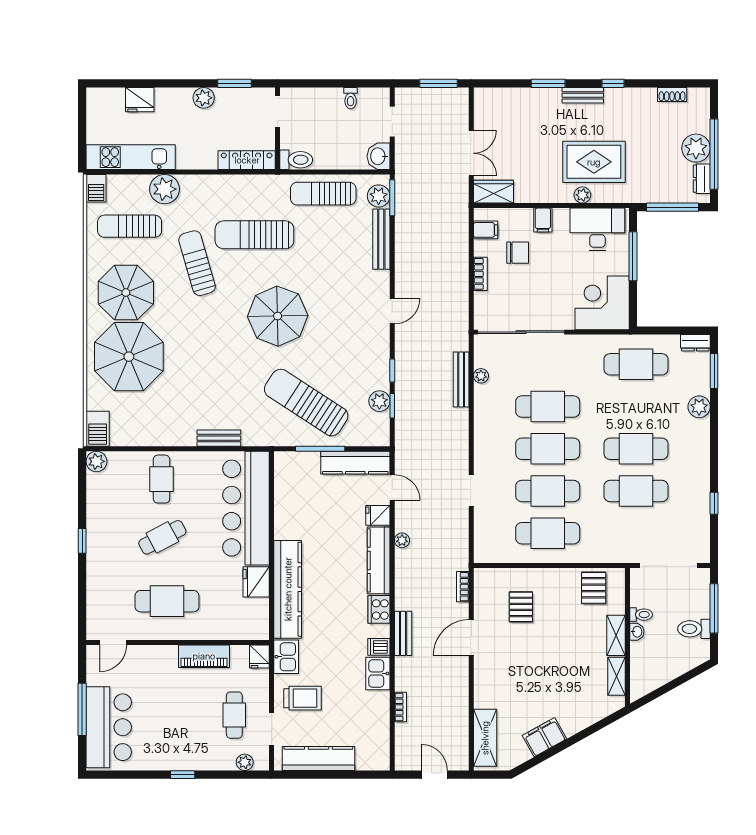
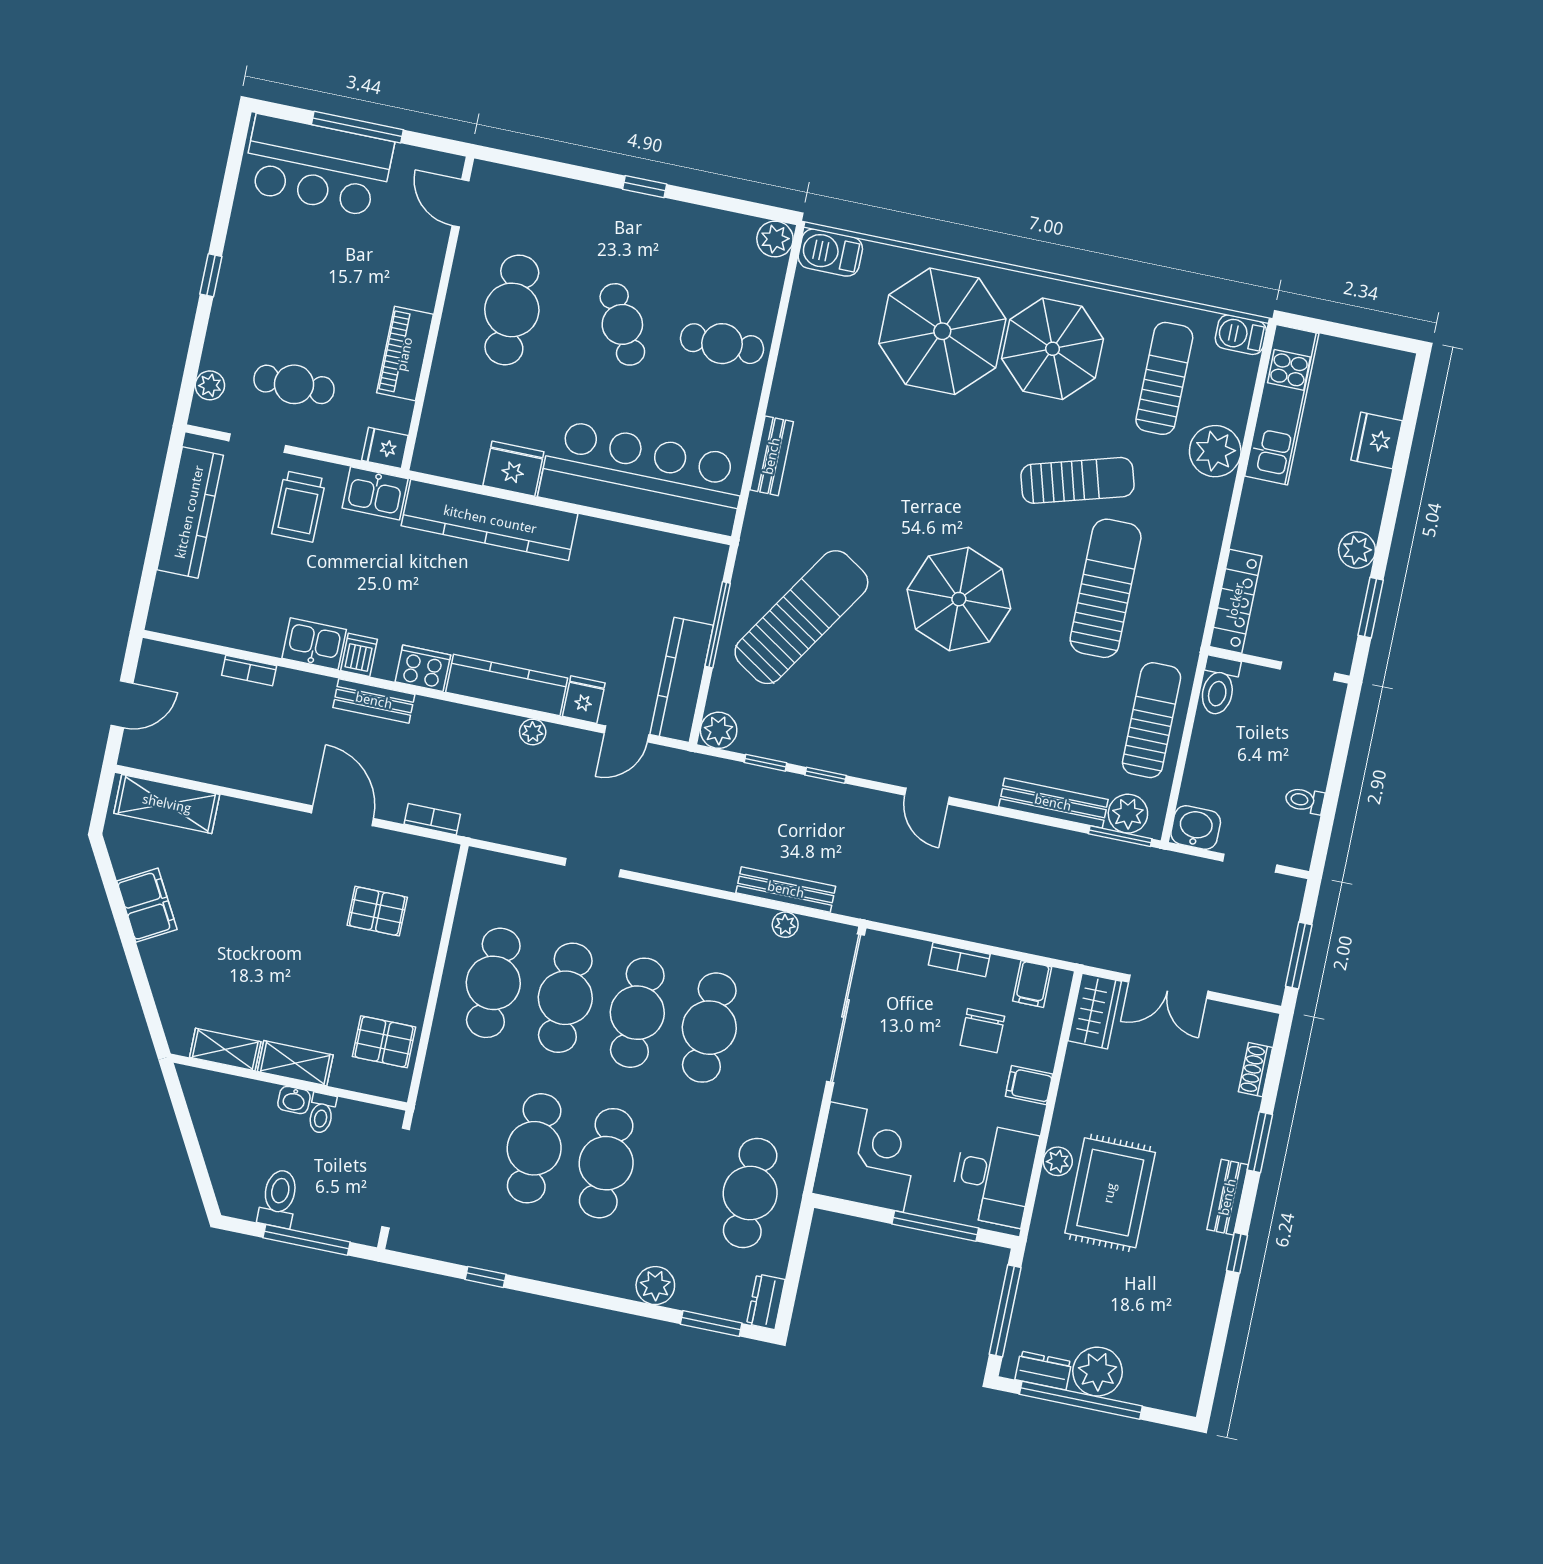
shoe rack: (672, 94) -> (1255, 1070), moved
plant: (379, 401) -> (719, 730), moved

